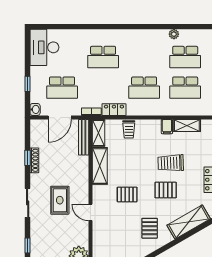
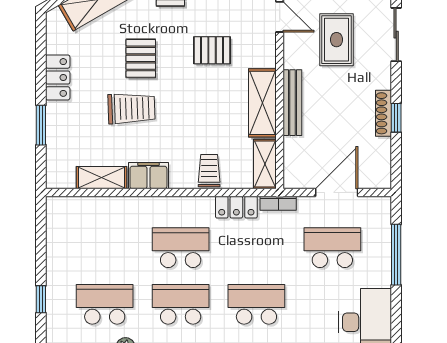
window: (28, 84) -> (396, 255), width x2.17
school desk: (185, 88) -> (181, 304), moved
washbasin: (35, 109) -> (382, 207), removed
filing cabinet: (167, 127) -> (148, 176), width x2.00
bench: (84, 137) -> (292, 103), moved
pallet: (166, 190) -> (141, 58), turned 90

